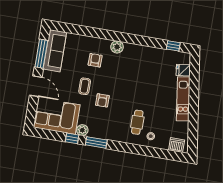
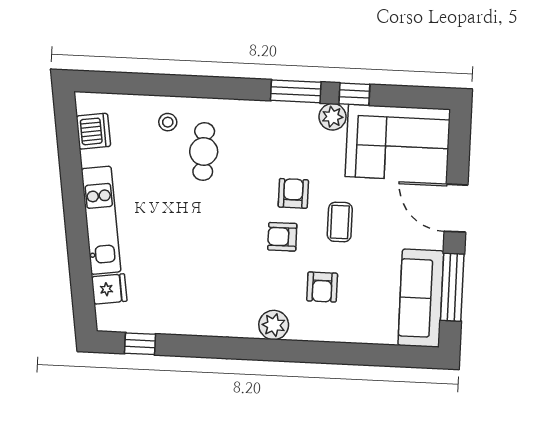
armchair: (109, 83) -> (282, 237), added
dishwasher: (177, 145) -> (93, 131), moved, turned -98

